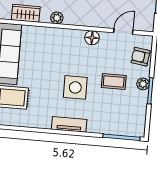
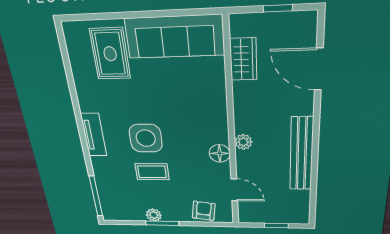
plant: (57, 18) -> (243, 142), moved
coffee table: (114, 81) -> (152, 172), moved, turned 90
plant: (143, 84) -> (154, 215), moved

